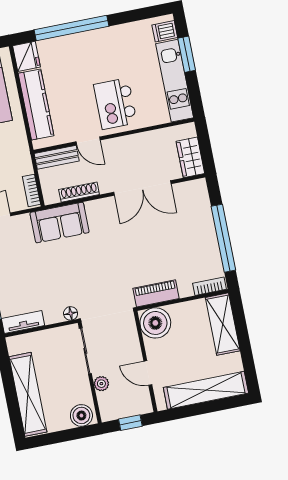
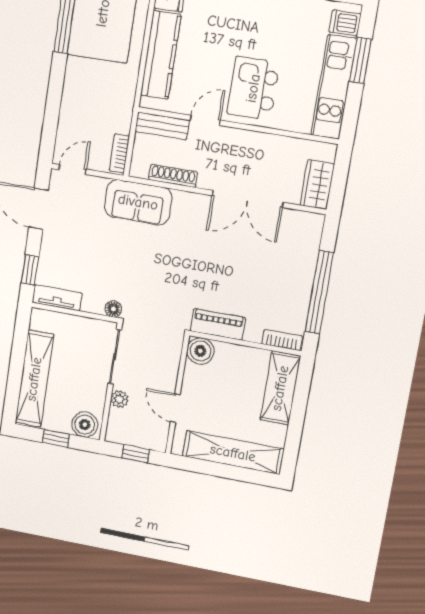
door: (88, 141) -> (205, 120), swing flipped
boiler: (155, 323) -> (200, 351), width x0.73, depth x0.73
window: (62, 436) -> (56, 438), added

